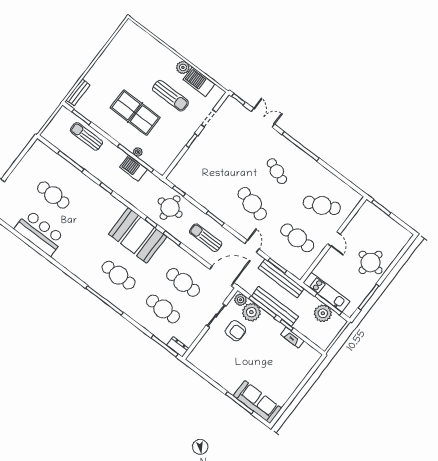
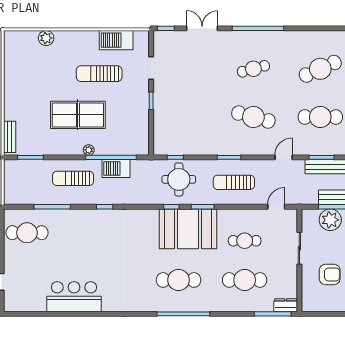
plant: (183, 67) -> (46, 38), moved
sun lounger: (170, 96) -> (99, 74), turned 180
sun lounger: (86, 136) -> (73, 178), moved
plant: (138, 152) -> (89, 150), moved
cafe table: (277, 171) -> (253, 69), turned -36
cafe table: (53, 195) -> (27, 233), moved
booth: (138, 235) -> (188, 229), moved
door: (252, 246) -> (284, 157), hinge flipped
door: (222, 276) -> (276, 207), width x0.53
cafe table: (183, 282) -> (245, 241), width x0.73, depth x0.74
plant: (241, 300) -> (311, 216), removed
armchair: (236, 331) -> (330, 274), moved

